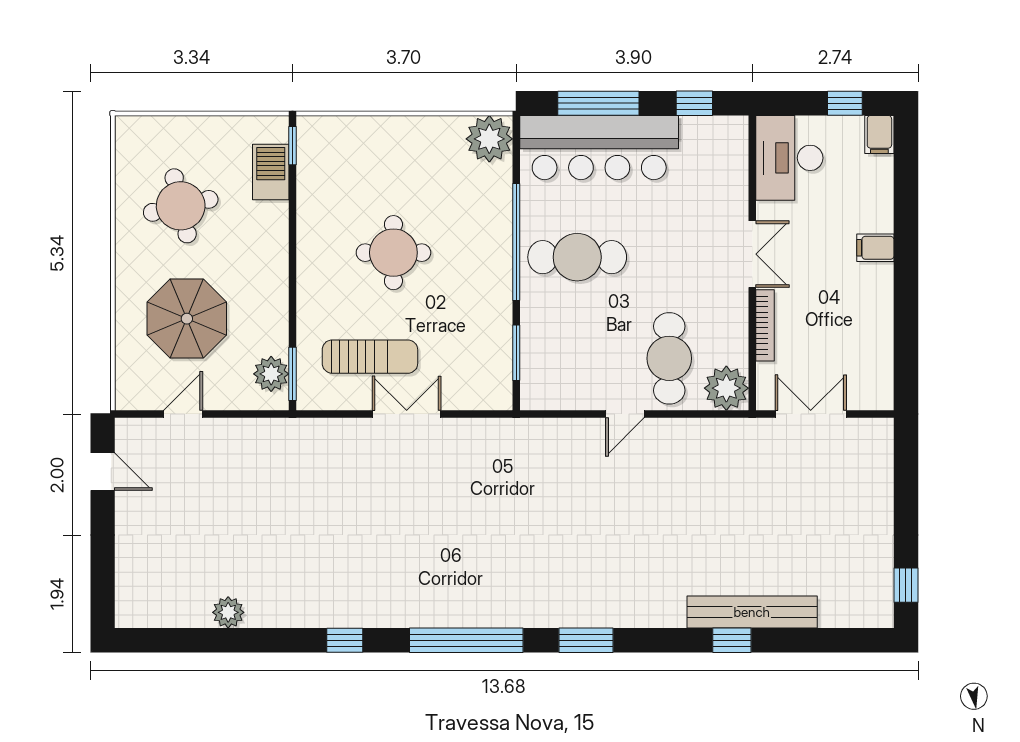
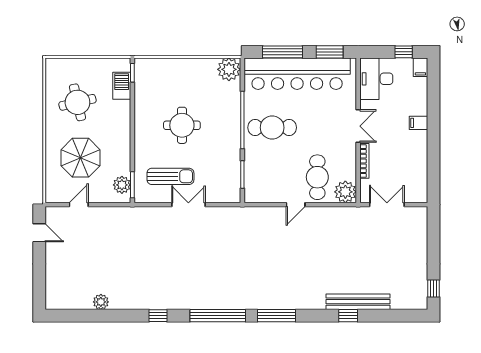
window: (694, 103) -> (330, 52), width x1.50
bar counter: (599, 148) -> (297, 74), width x1.36
window: (586, 640) -> (277, 316), width x1.44

